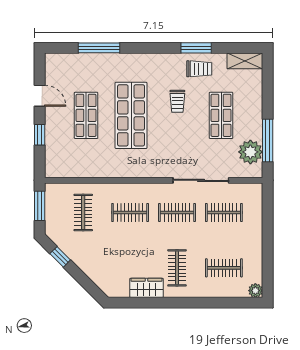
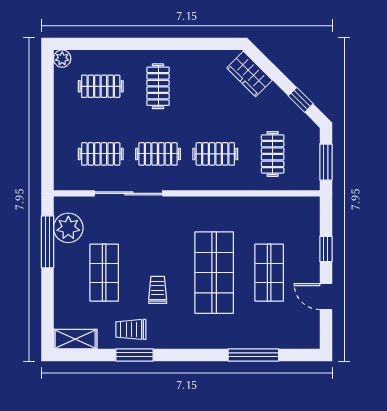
wardrobe: (147, 288) -> (250, 74), moved, turned 45

